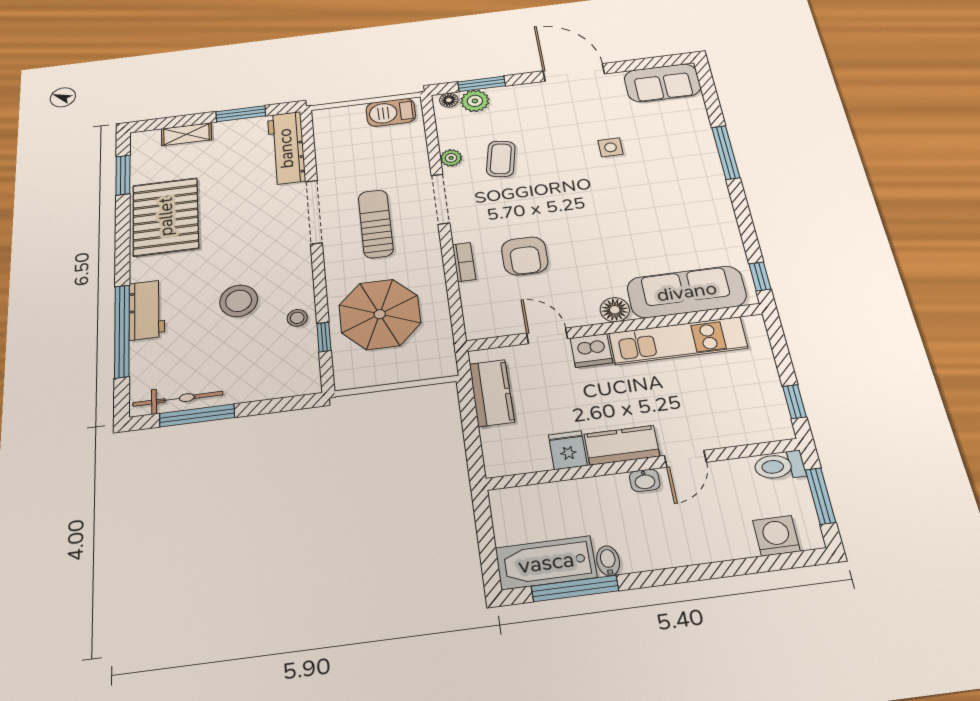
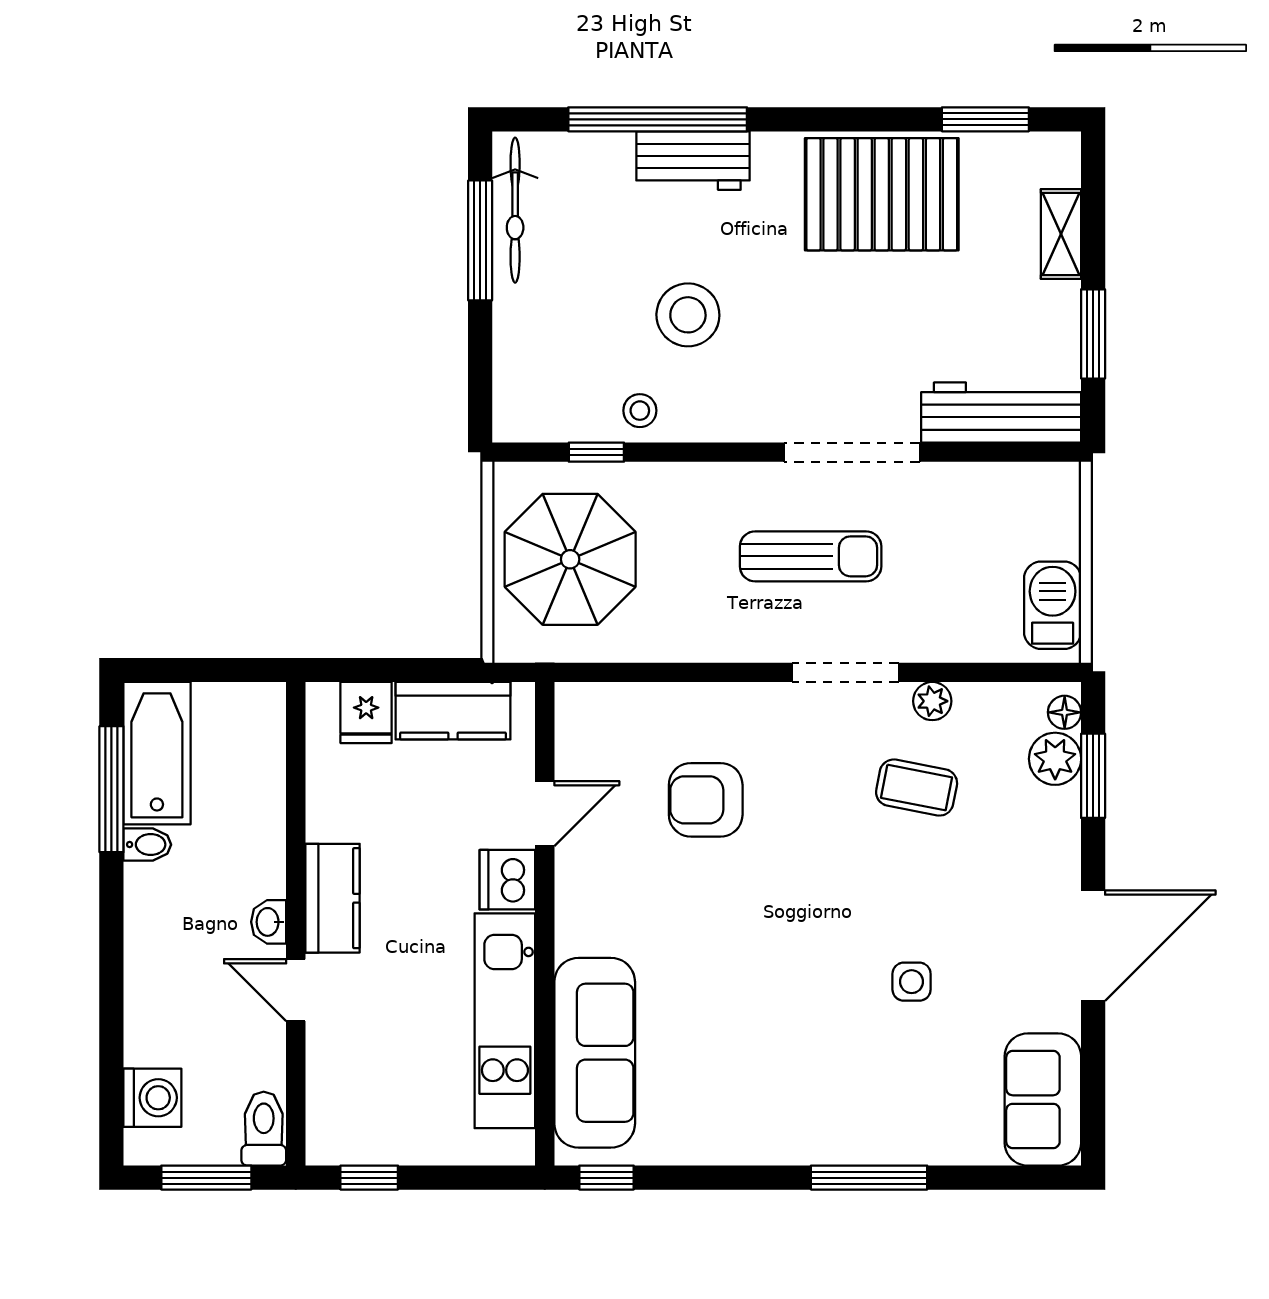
bookcase: (464, 262) -> (709, 697), removed
floor lamp: (615, 310) -> (578, 930), removed
parasol: (380, 314) -> (570, 559), moved
fridge: (568, 450) -> (366, 713), moved, turned 90

